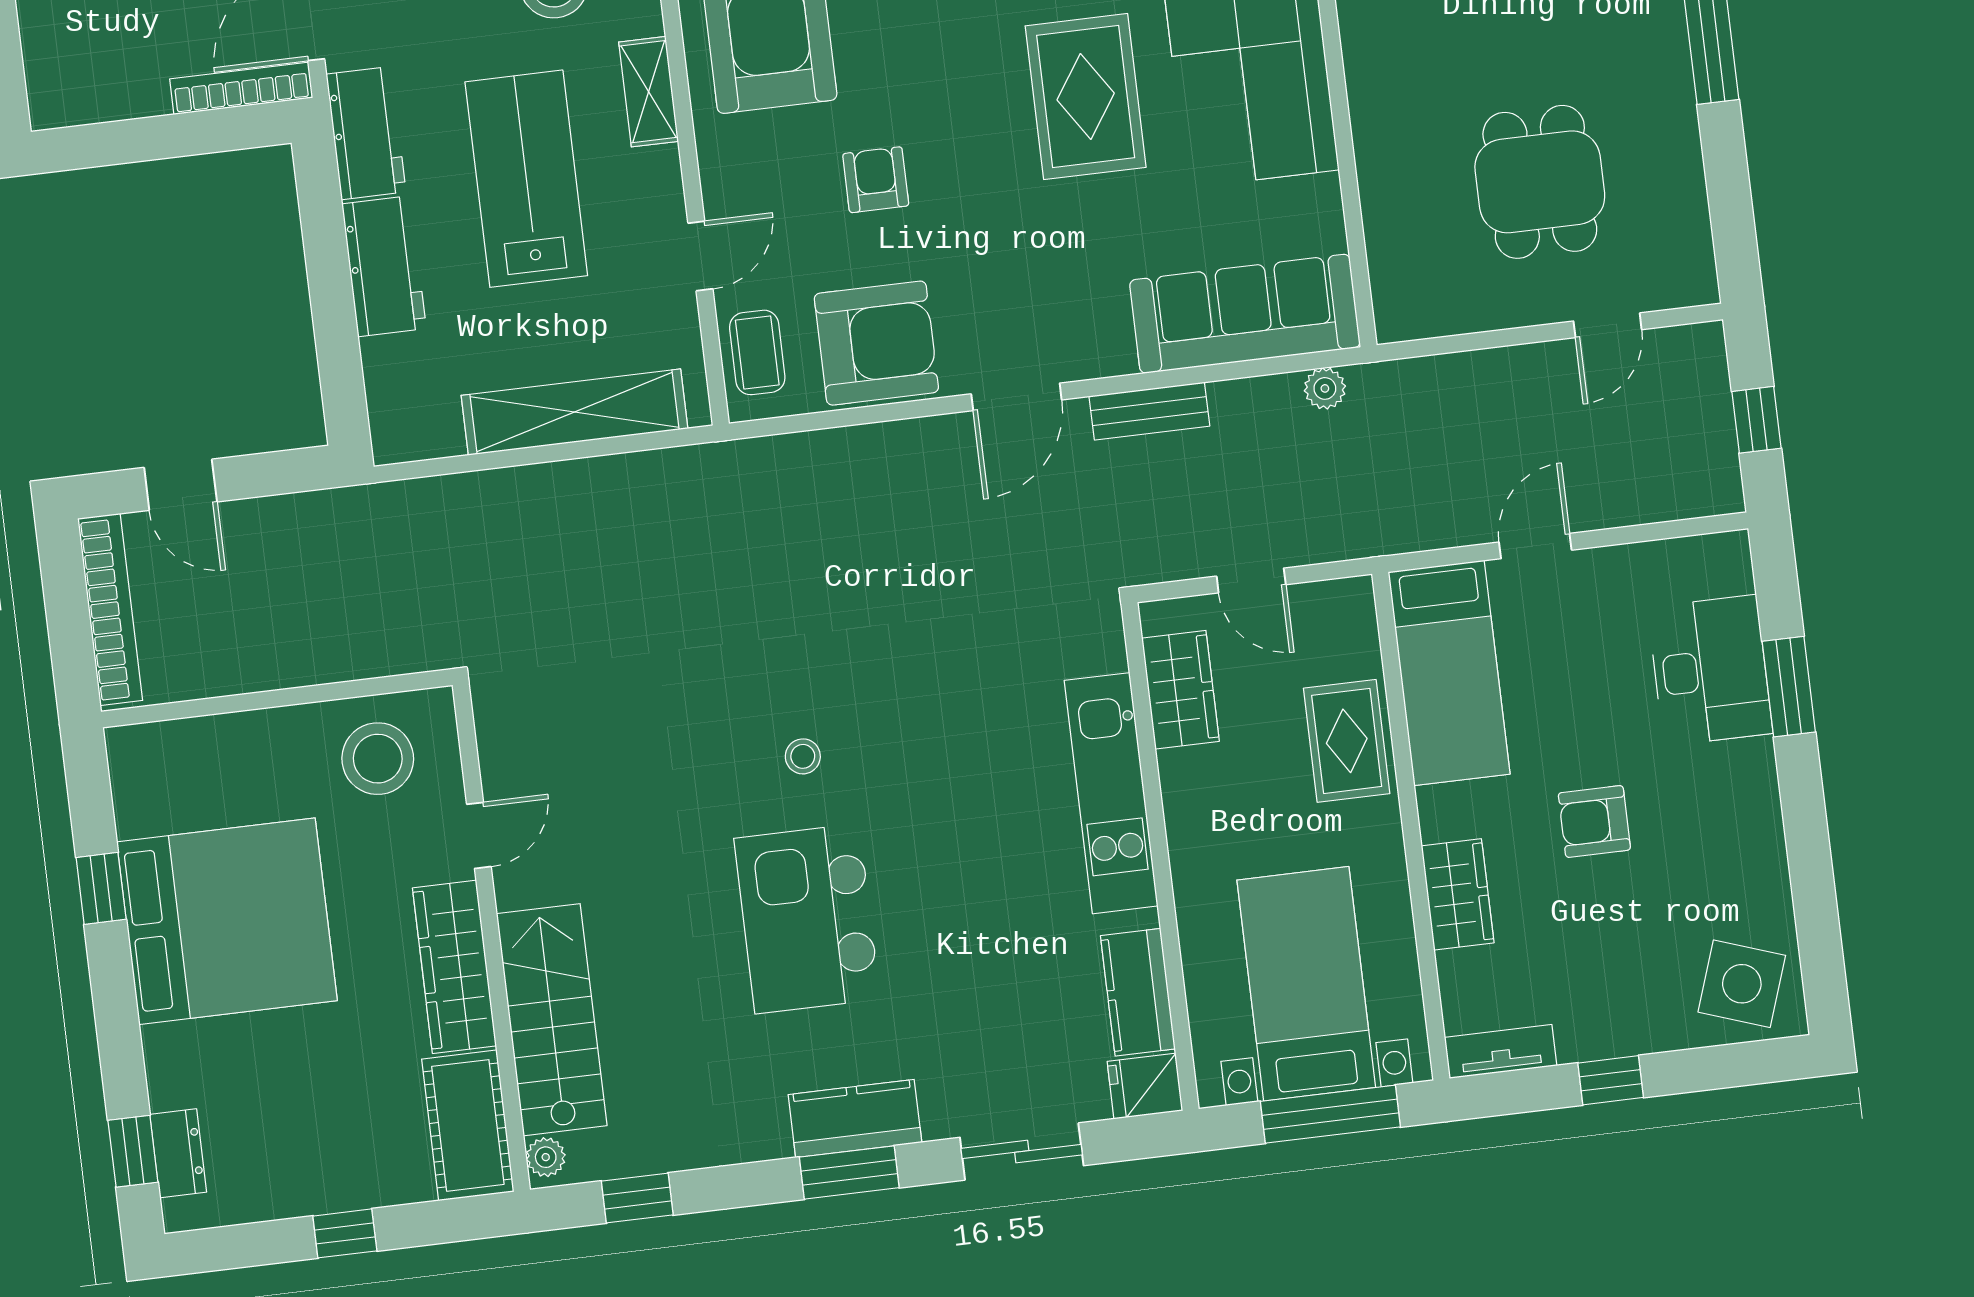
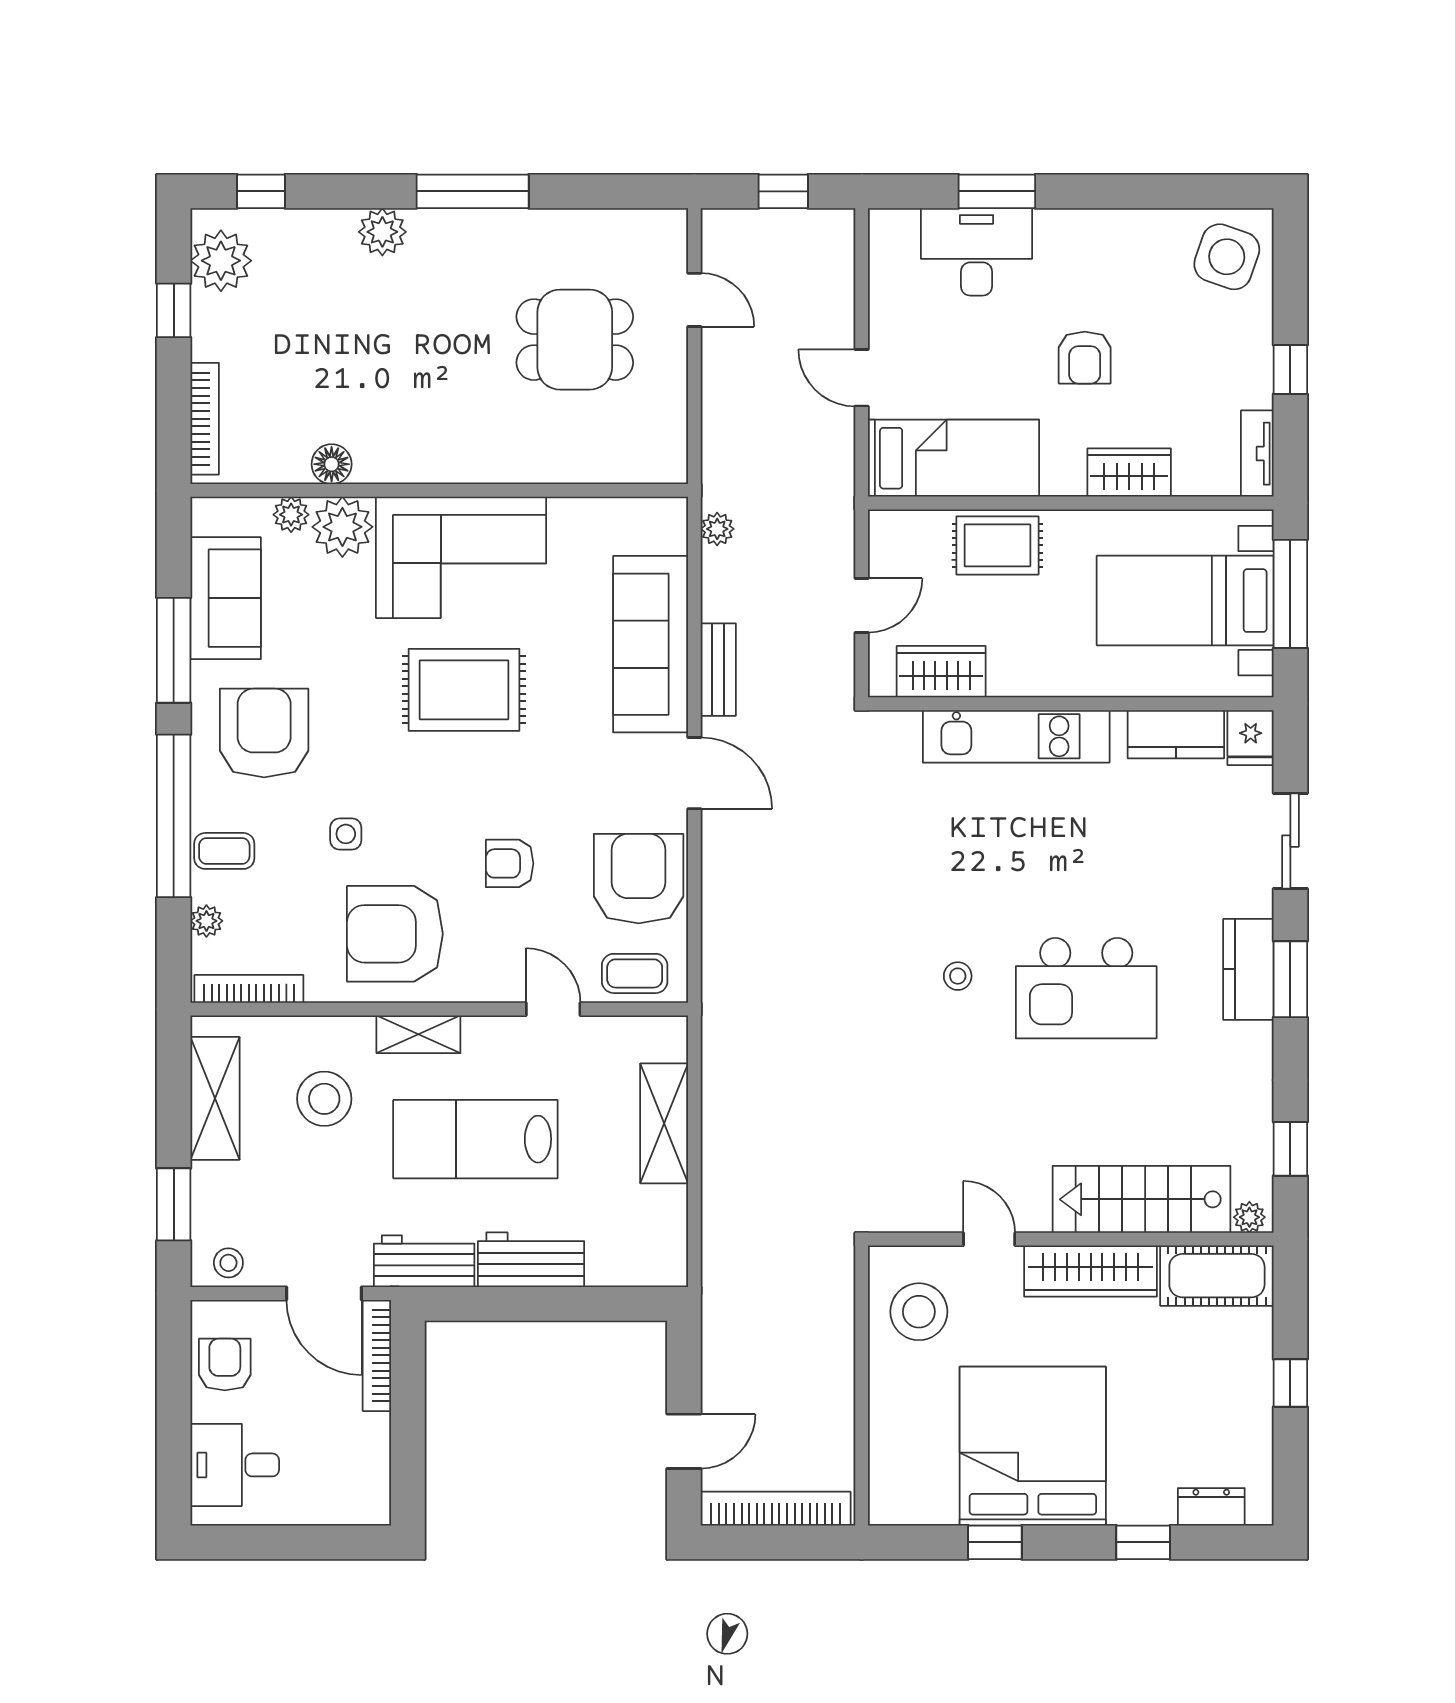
sofa: (1245, 314) -> (651, 644), moved
shelving: (574, 412) -> (664, 1123), width x0.68
window: (133, 1151) -> (1143, 1542), moved

